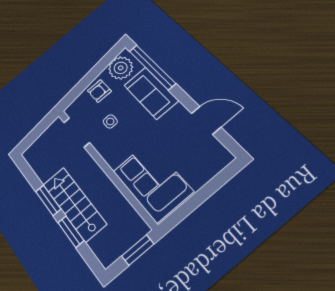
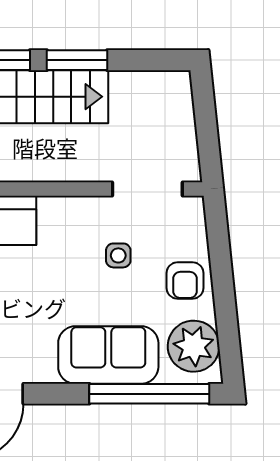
armchair: (99, 91) -> (185, 281), turned 180

